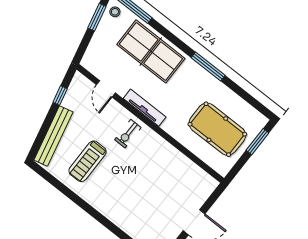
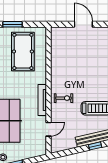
window: (60, 95) -> (95, 146), moved

